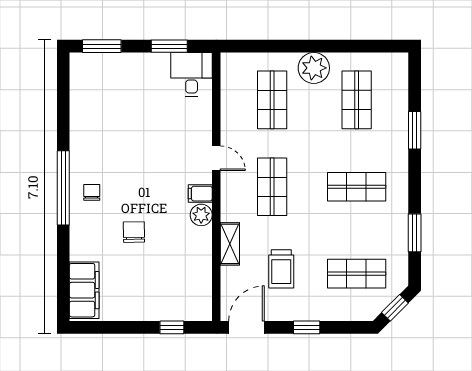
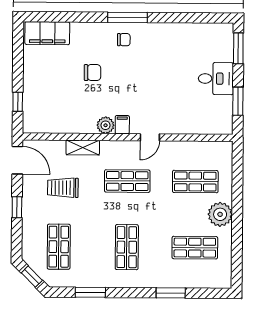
desk: (192, 75) -> (216, 79), moved
window: (63, 188) -> (128, 17), width x0.68

